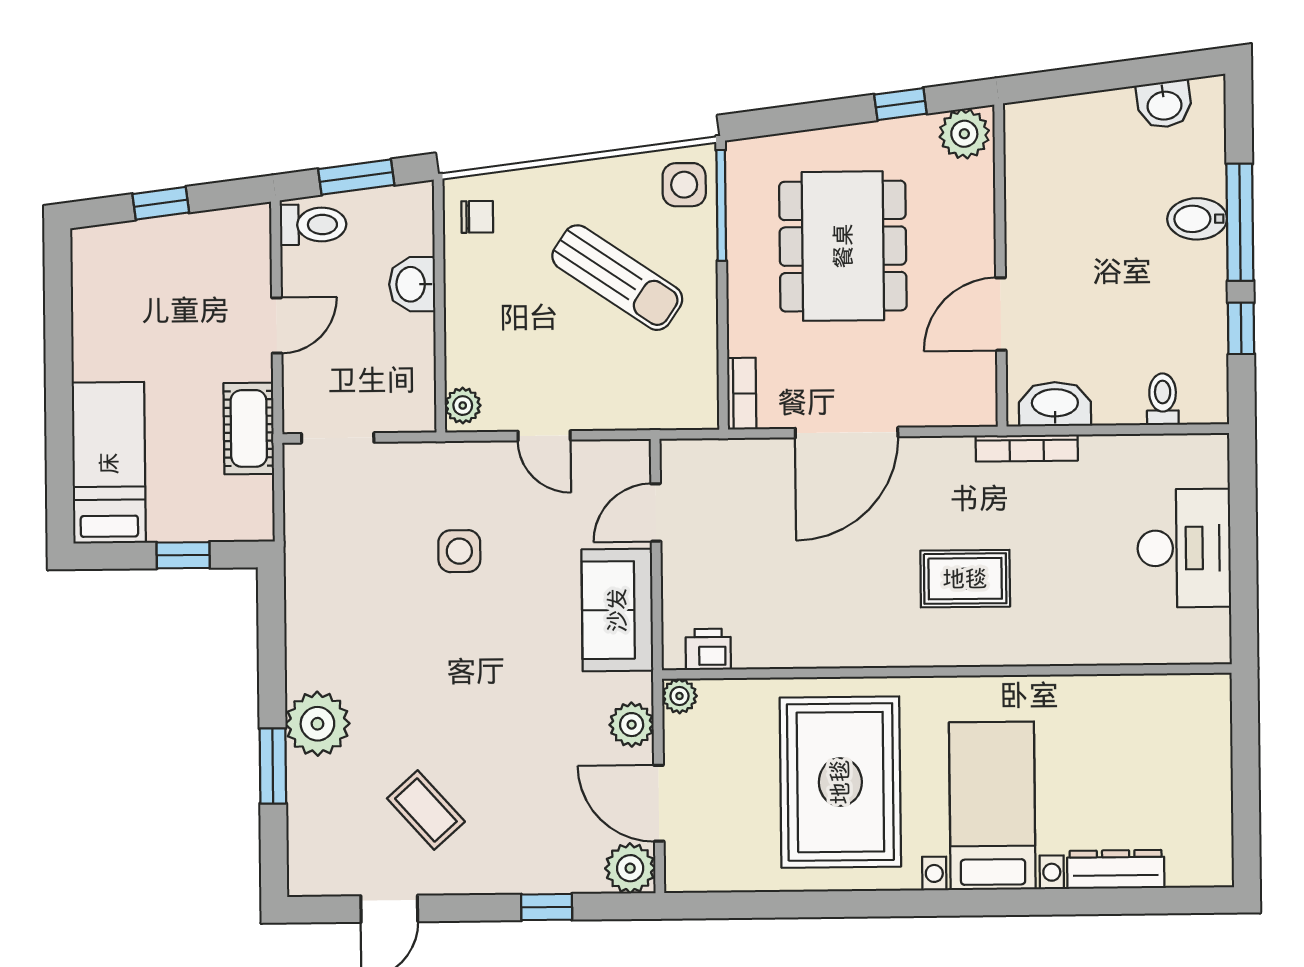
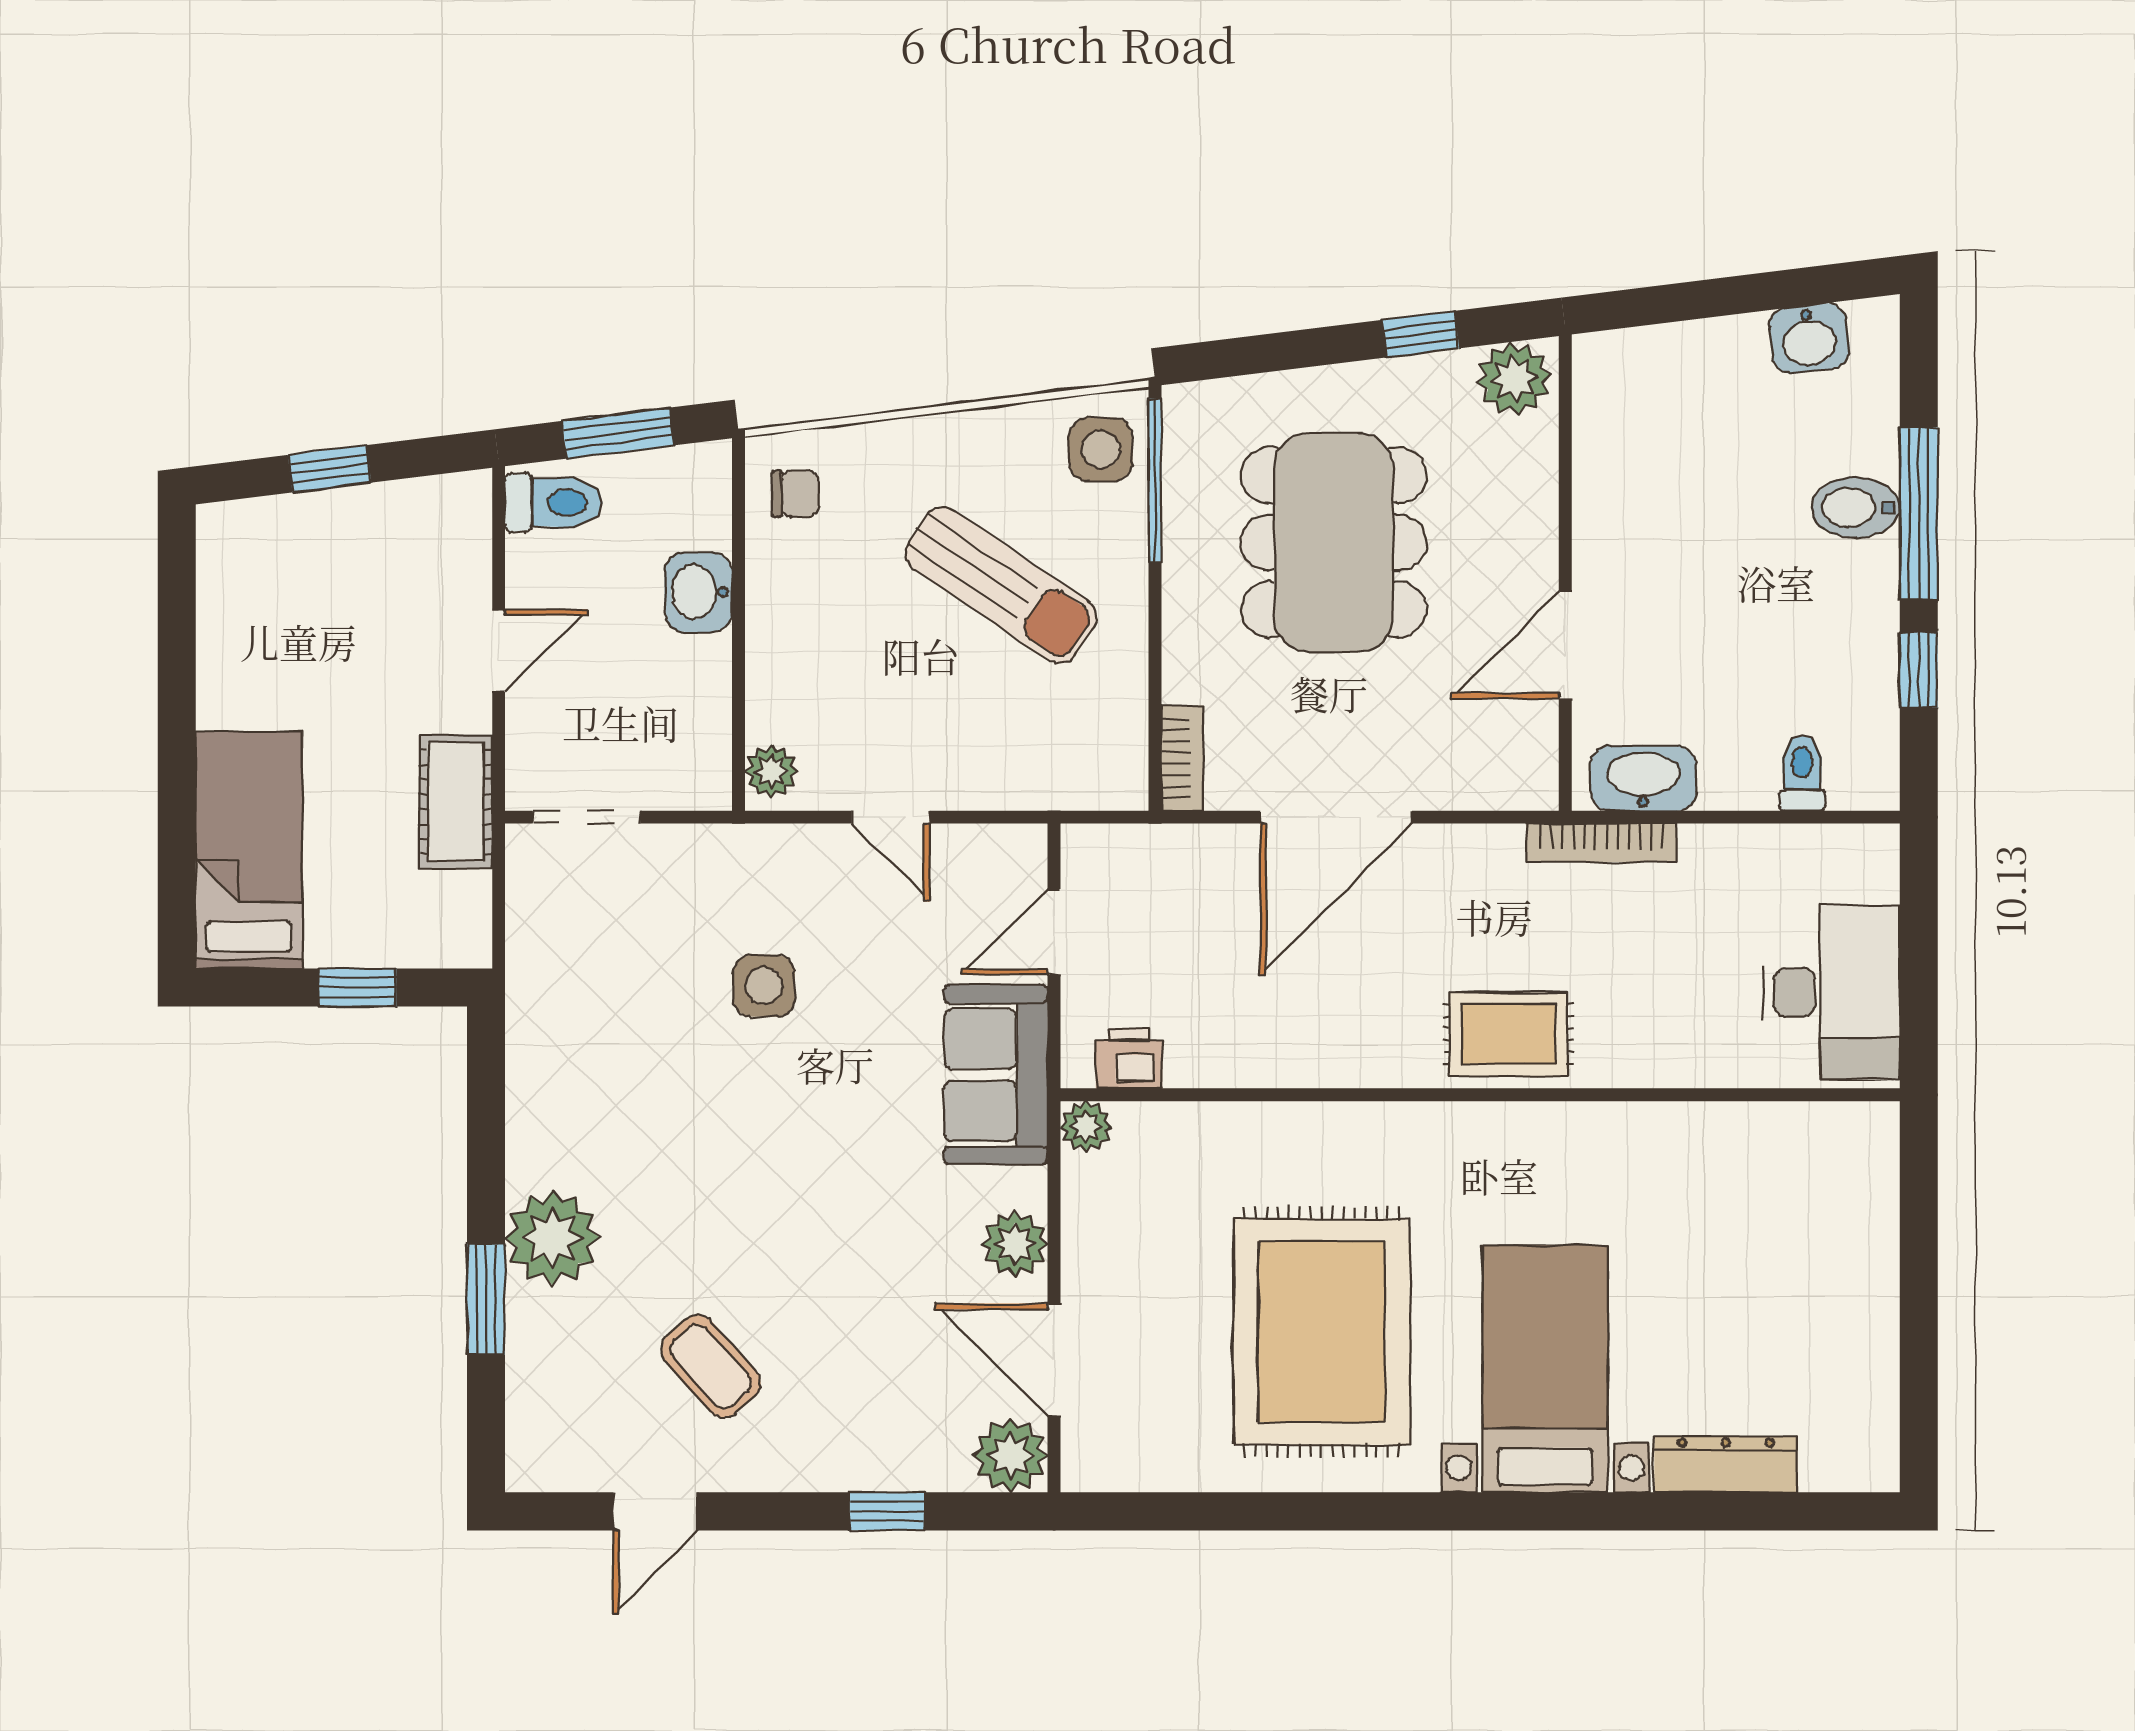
printer: (708, 649) -> (1129, 1058), moved
wall: (947, 672) -> (1480, 1095), moved
plant: (679, 696) -> (1086, 1127), moved

